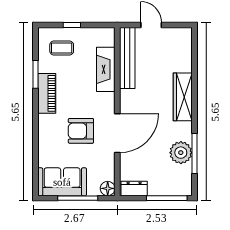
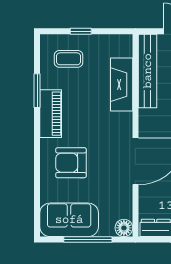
armchair: (81, 131) -> (71, 163), moved

